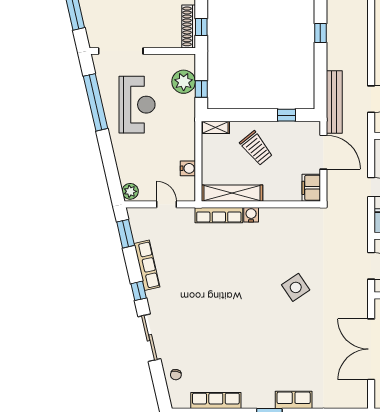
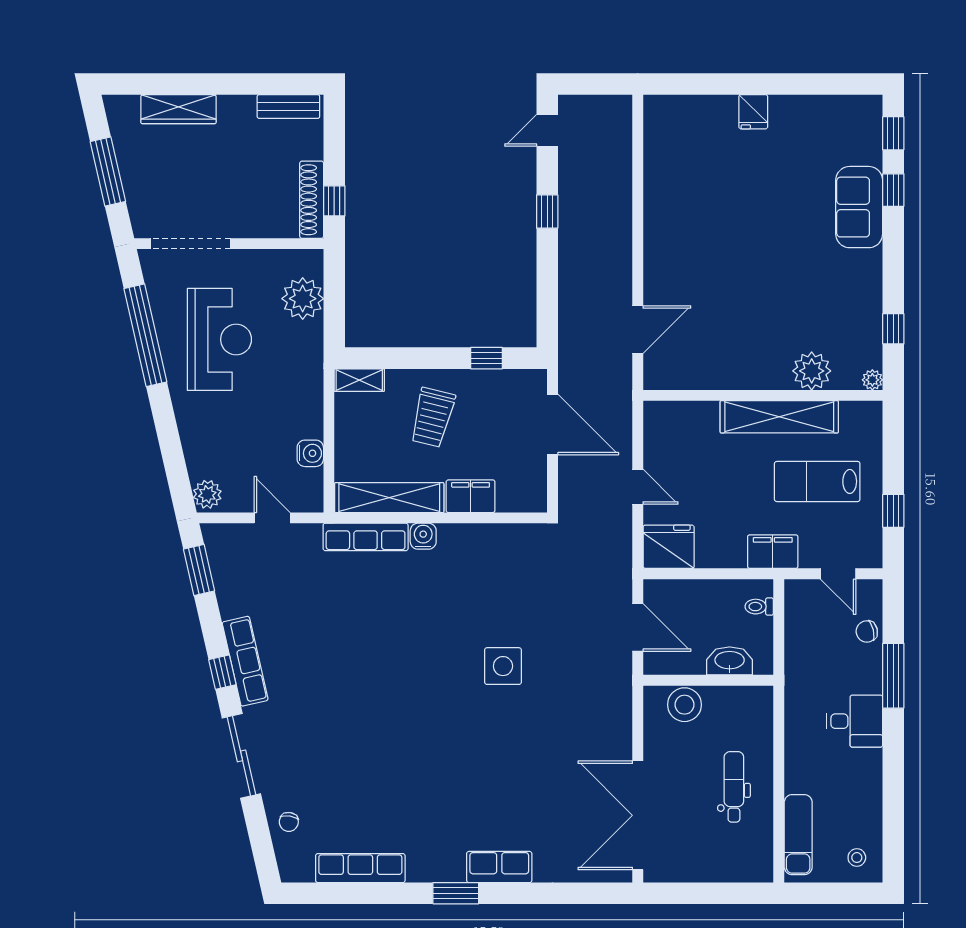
window: (201, 89) -> (334, 311), removed
bench: (334, 102) -> (572, 335), removed
trolley: (256, 148) -> (432, 417), turned 53
filing cabinet: (311, 188) -> (471, 496), moved, turned 90
row of seats: (147, 265) -> (245, 661), moved
side table: (296, 287) -> (503, 666), turned 34
double door: (371, 349) -> (638, 815), moved

